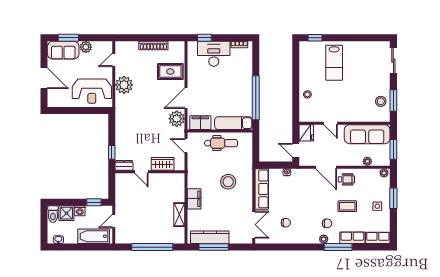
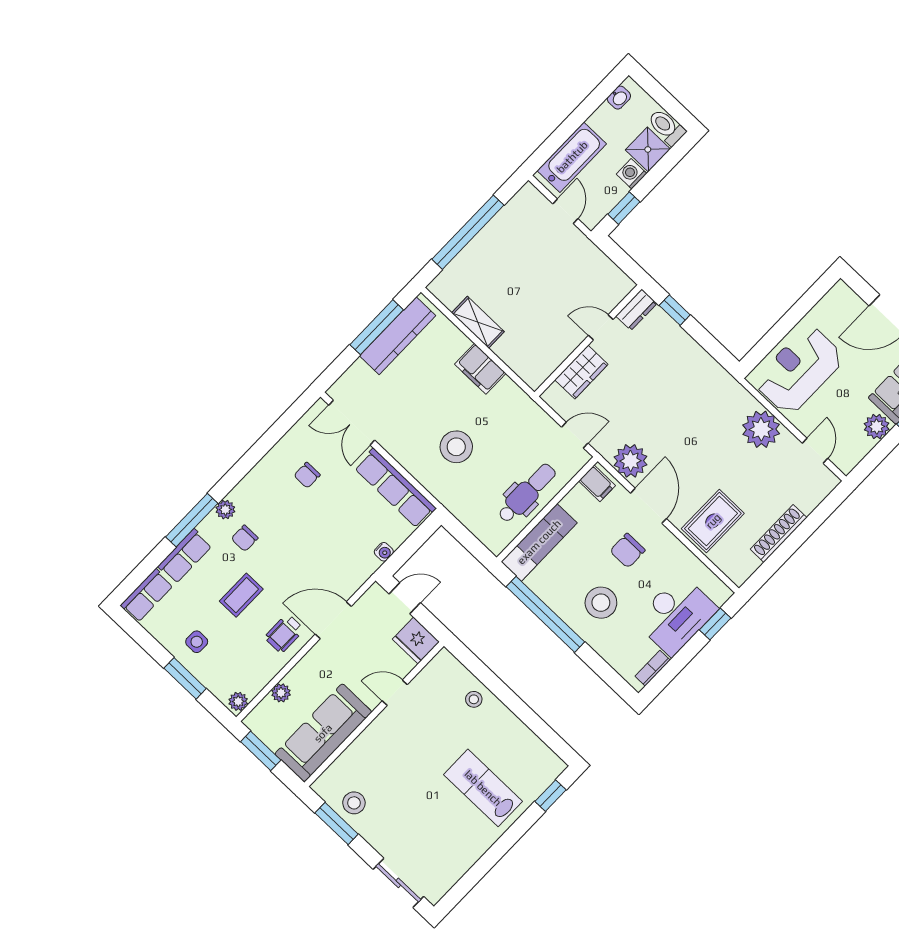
stool: (234, 83) -> (601, 603), added
chair: (208, 91) -> (627, 551), added
filing cabinet: (200, 123) -> (597, 483), width x0.50
dental chair: (221, 143) -> (527, 493), turned 180

